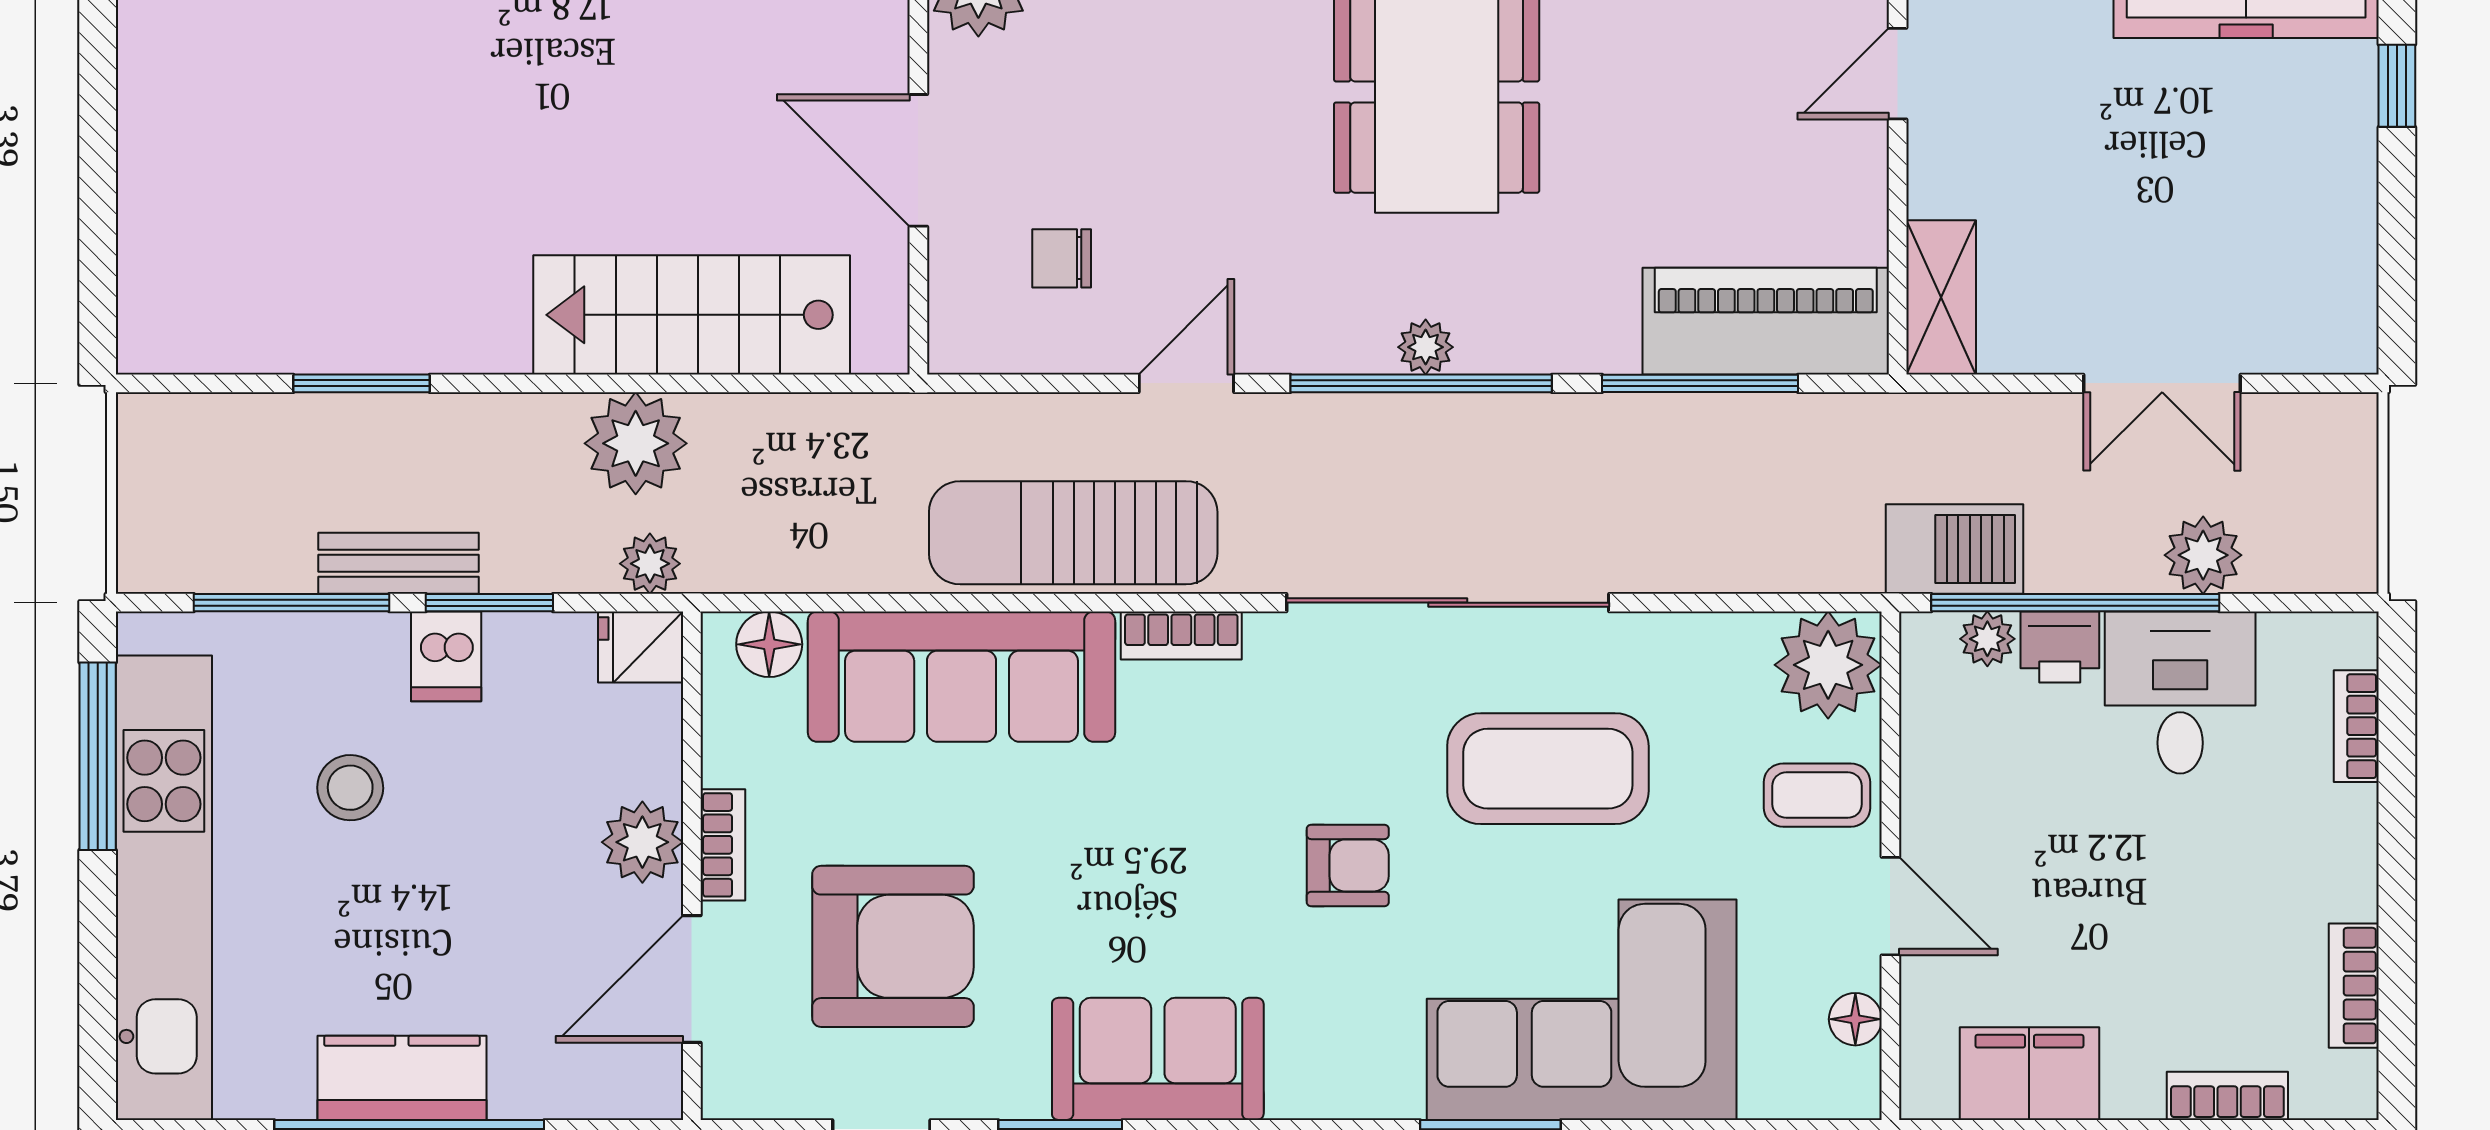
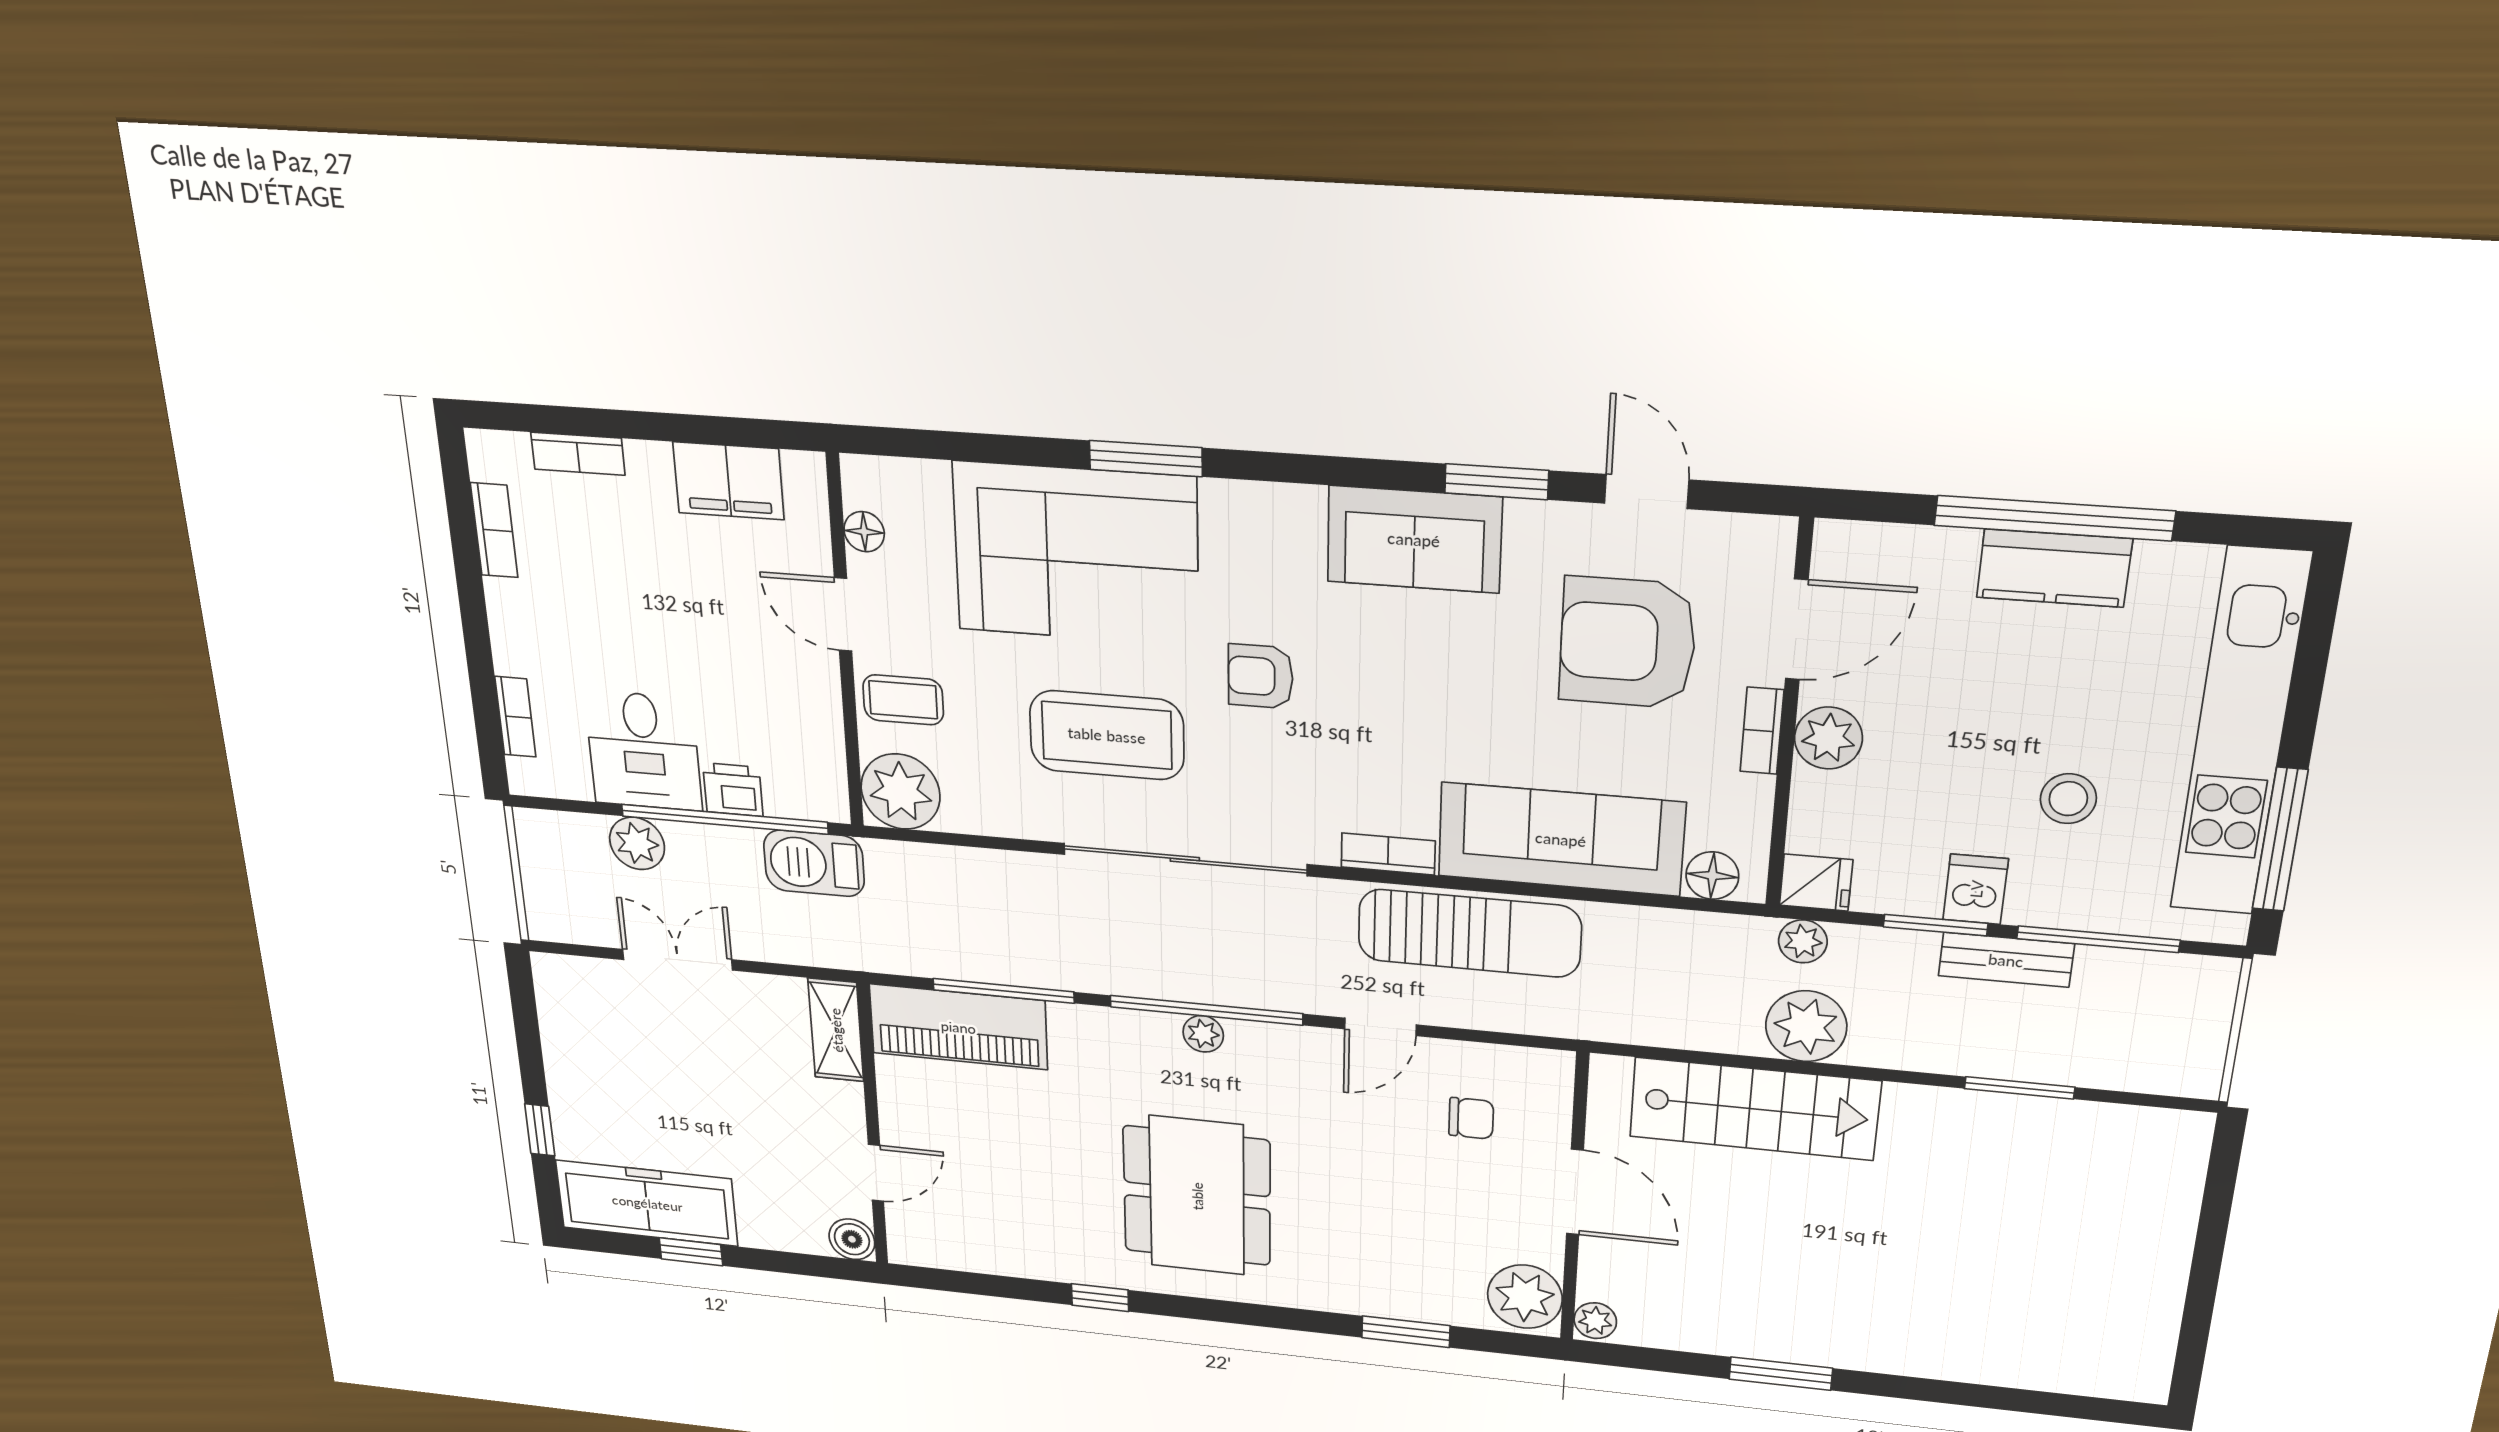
plant: (1987, 639) -> (786, 800), removed

